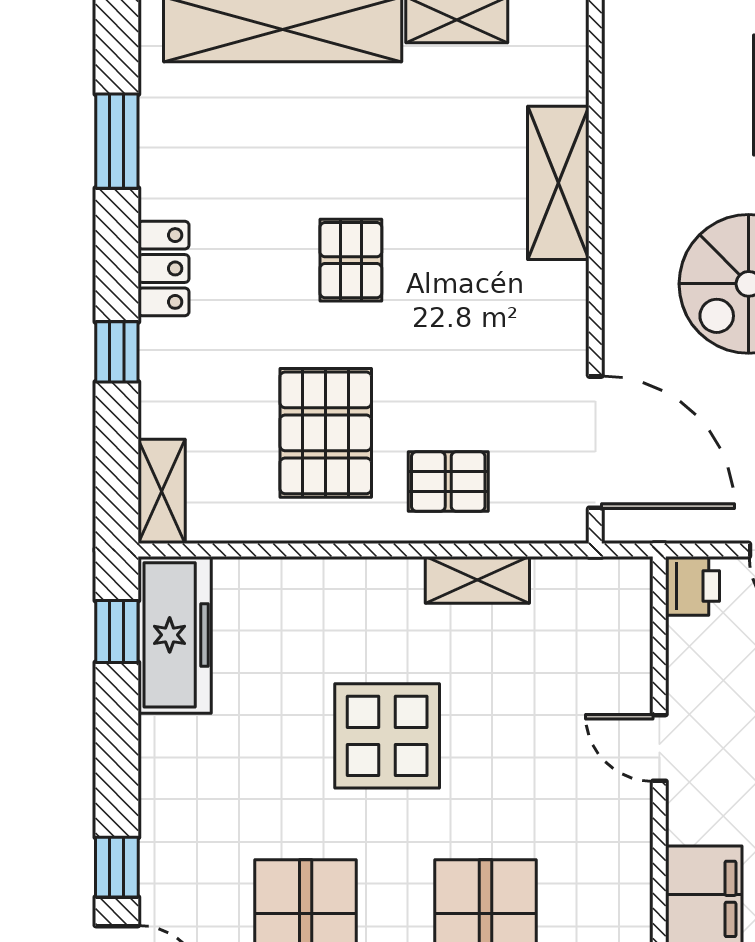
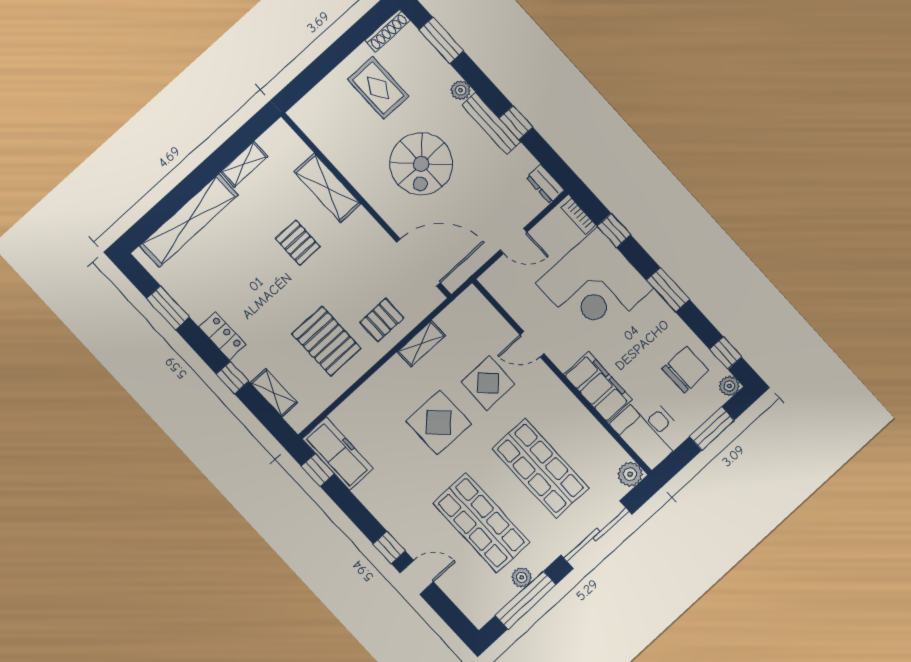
pallet: (351, 260) -> (298, 243), moved
shelving: (162, 491) -> (274, 393), moved
printer: (692, 586) -> (494, 281), removed
display table: (528, 746) -> (488, 383), added

